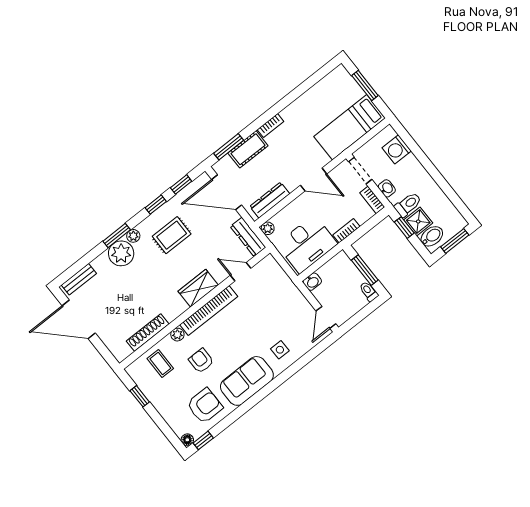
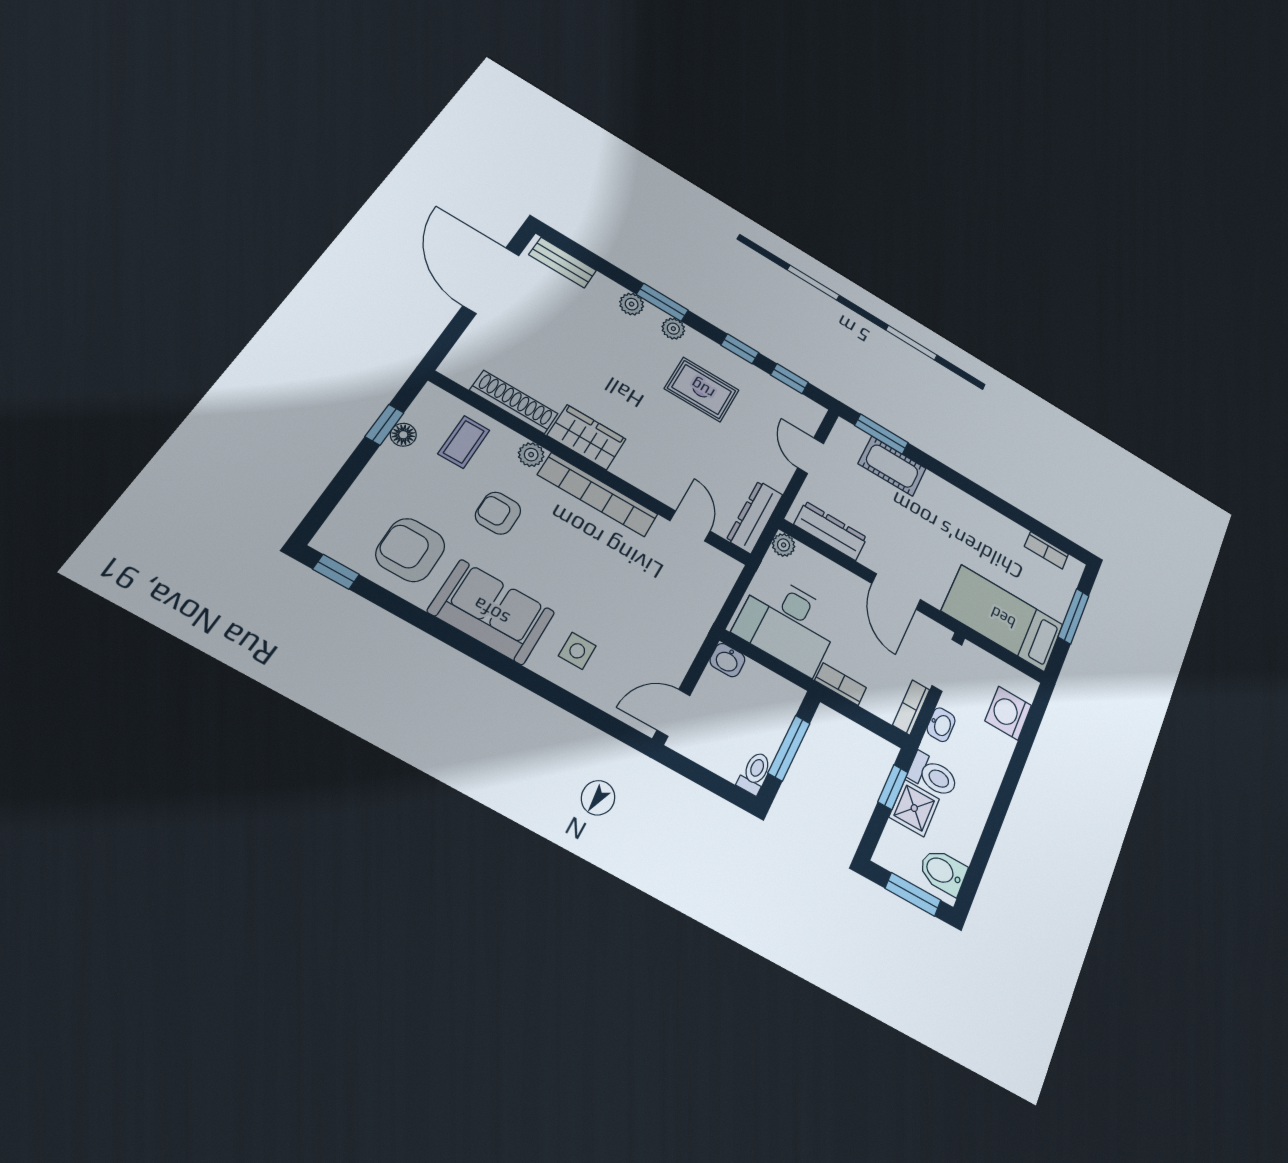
bookcase: (271, 126) -> (1046, 550), moved
door: (227, 192) -> (811, 456), width x0.53
bidet: (432, 236) -> (943, 872), moved, turned 180
plant: (121, 253) -> (632, 304), width x0.53, depth x0.53
wardrobe: (198, 288) -> (587, 437), moved
armchair: (201, 361) -> (498, 513), turned -90
armchair: (205, 406) -> (410, 550), turned 180
floor lamp: (187, 440) -> (403, 435), moved

